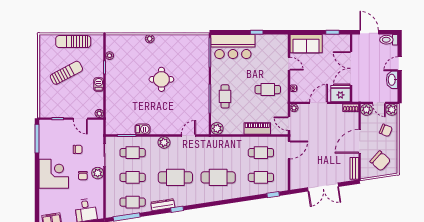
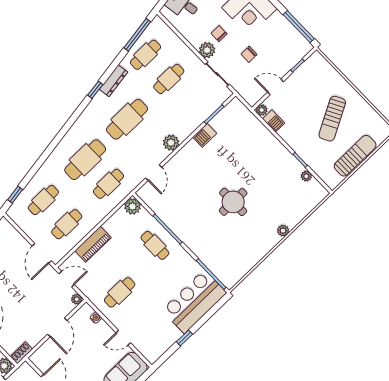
barbecue: (99, 84) -> (274, 121), moved
fridge: (340, 94) -> (45, 357), removed
cafe table: (133, 153) -> (109, 184), moved

